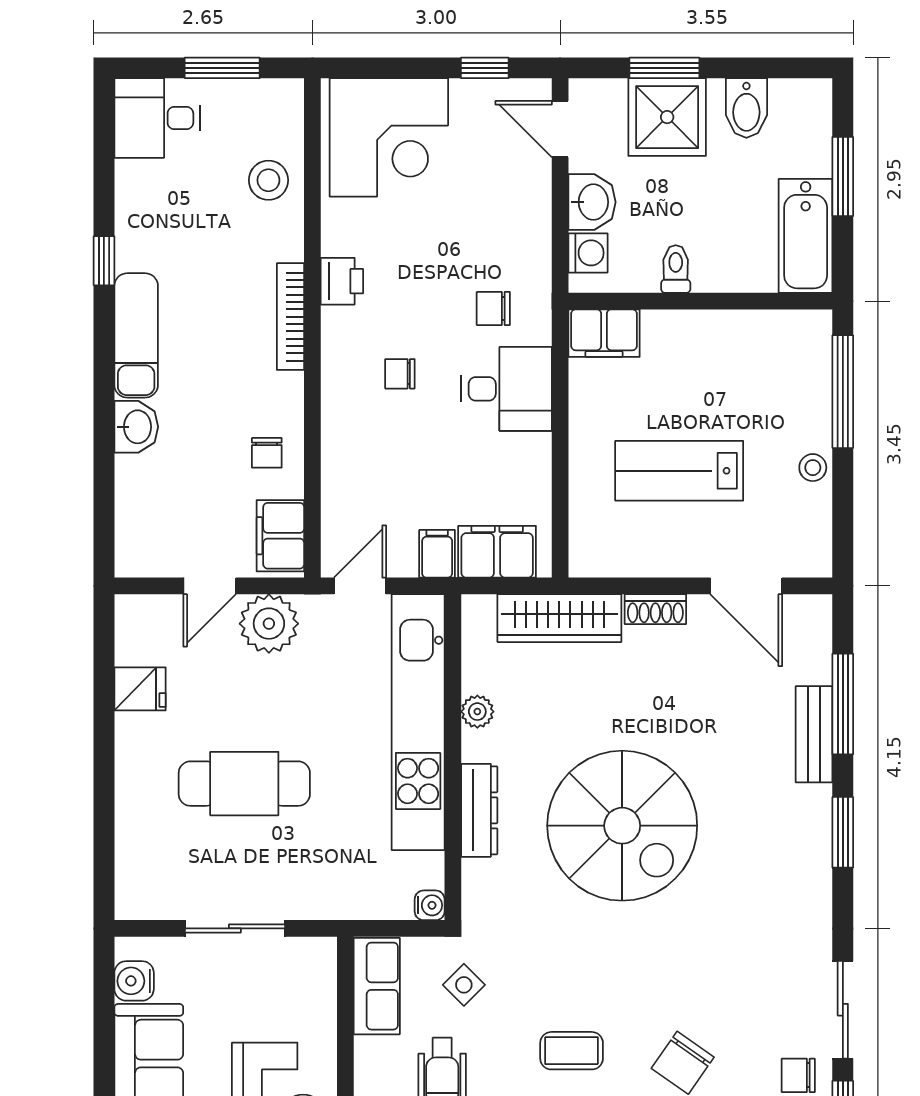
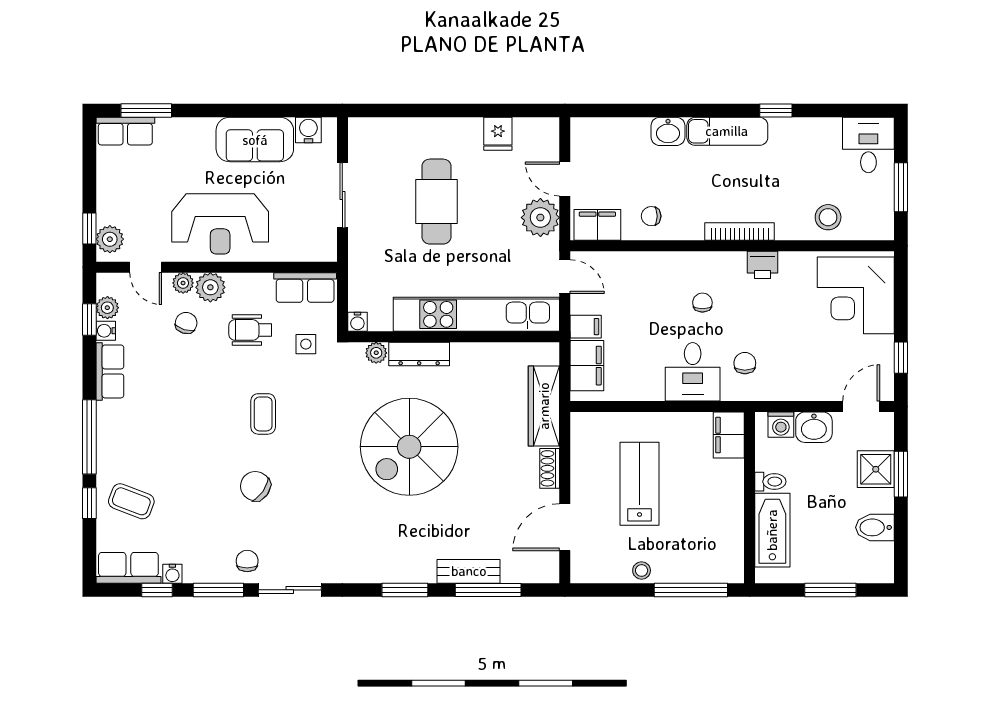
shower: (667, 117) -> (876, 469), width x0.73, depth x0.73
bathtub: (806, 236) -> (772, 530), moved, turned 90
plant: (477, 712) -> (376, 353), moved
side table: (464, 985) -> (306, 344), turned 45

